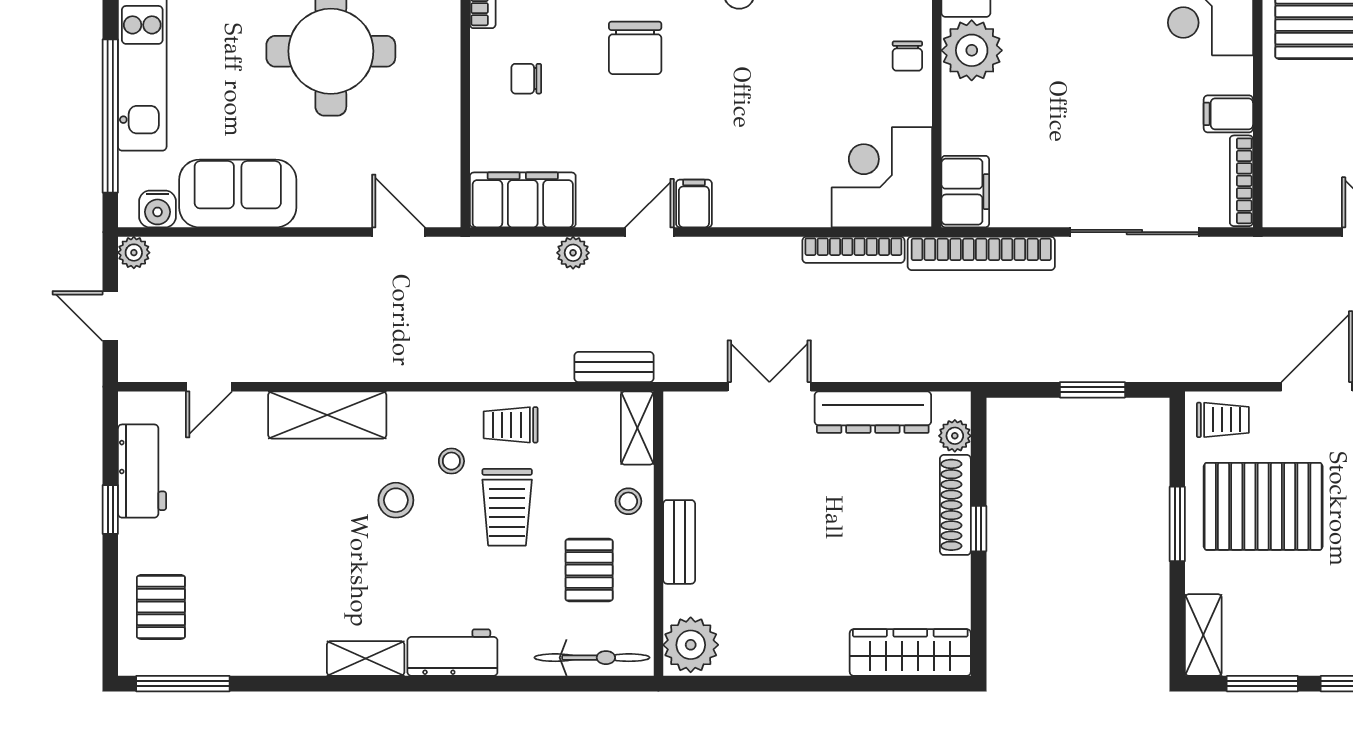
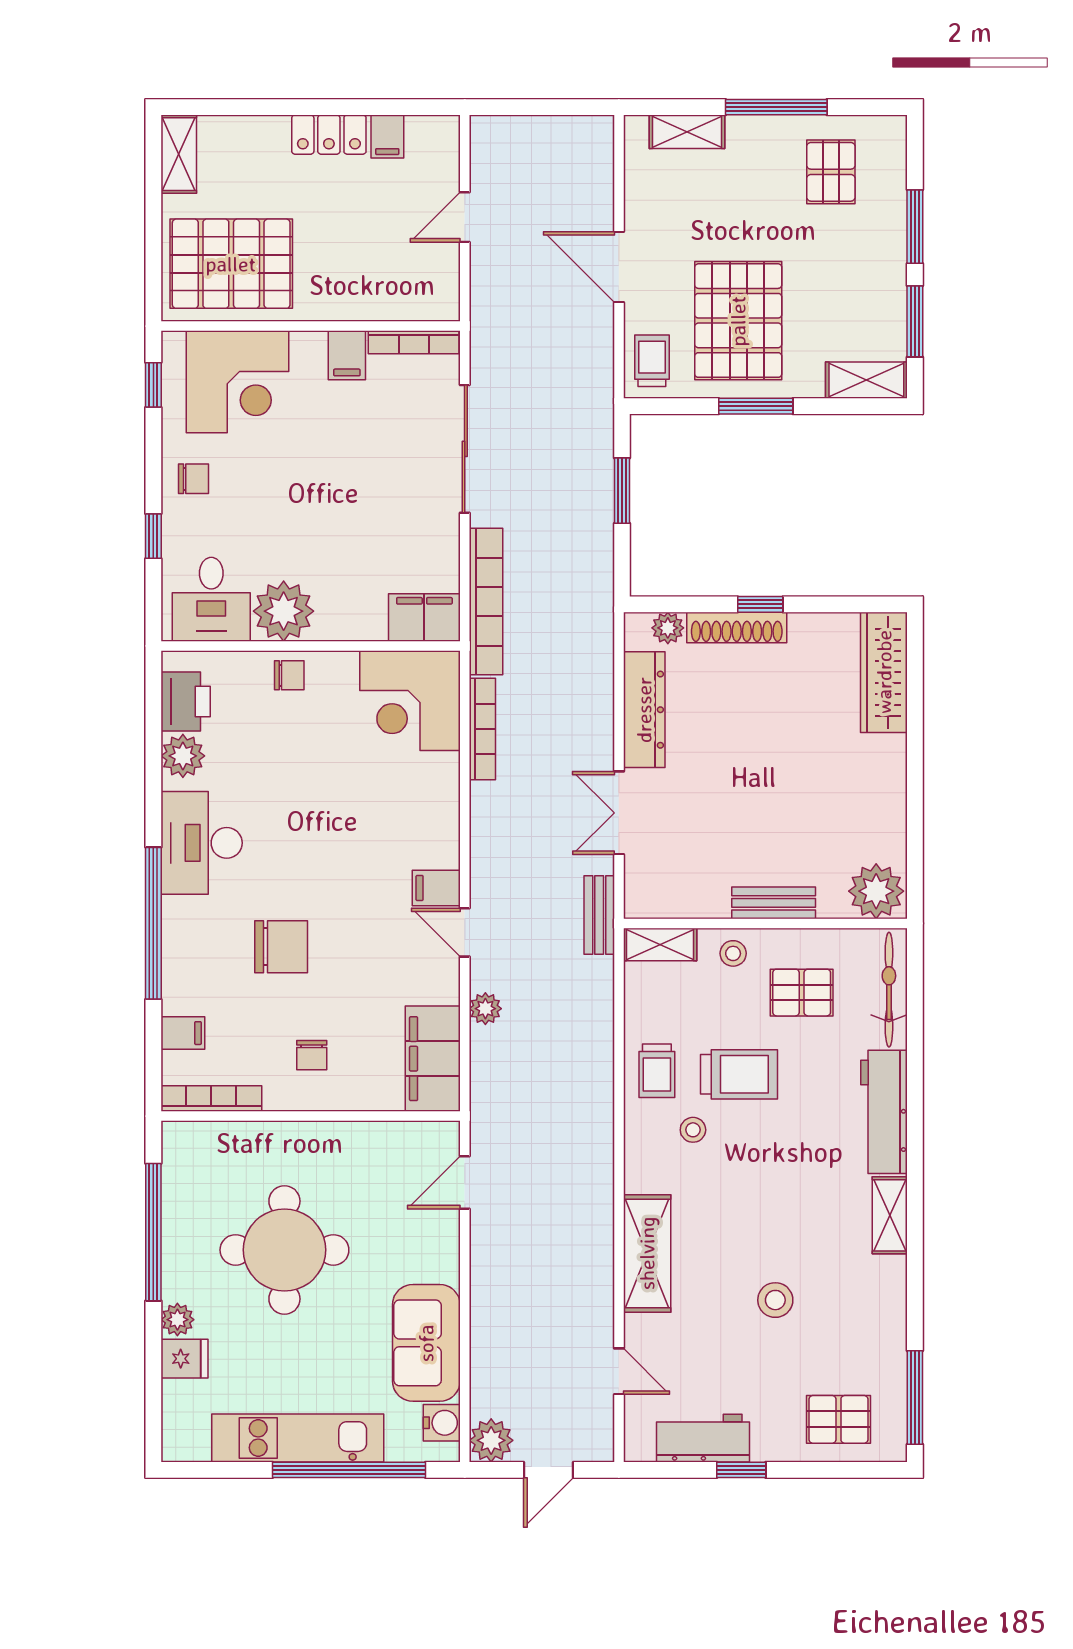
plant: (134, 253) -> (491, 1440), width x1.38, depth x1.38
bench: (614, 367) -> (599, 915), moved
stool: (396, 500) -> (775, 1300), moved
workbench: (452, 653) -> (884, 1112), width x1.38

